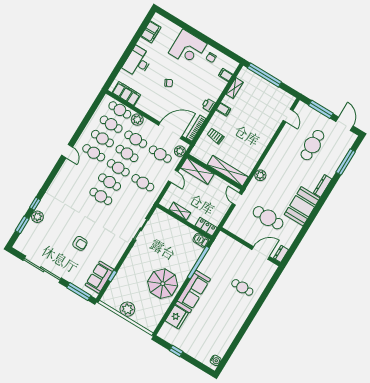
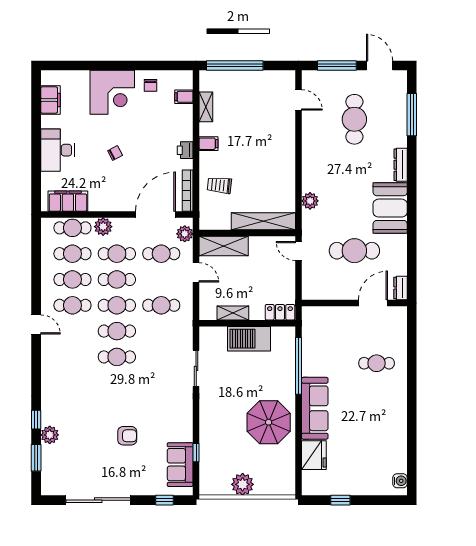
barbecue: (201, 240) -> (249, 339), moved, width x1.88, depth x1.53
window: (79, 292) -> (165, 500), width x0.46

